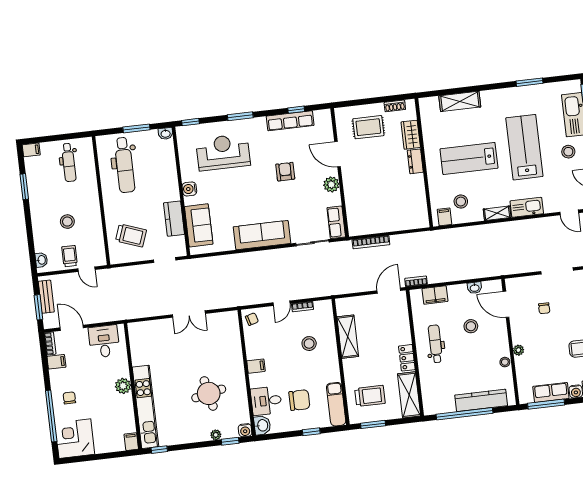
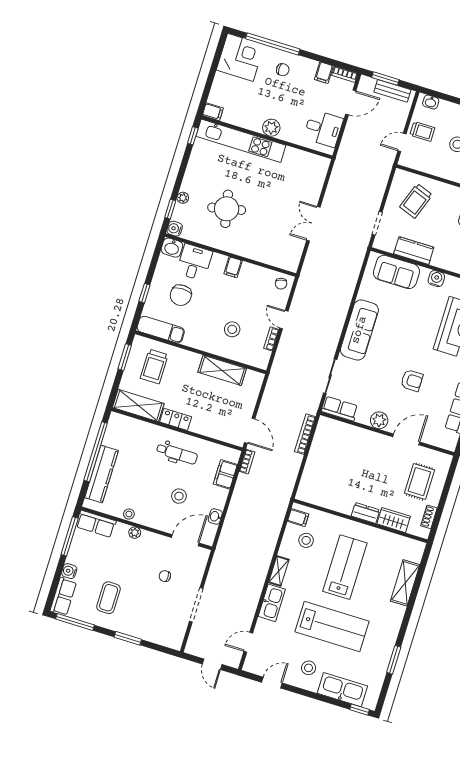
row of seats: (551, 392) -> (96, 524), moved, turned 90

